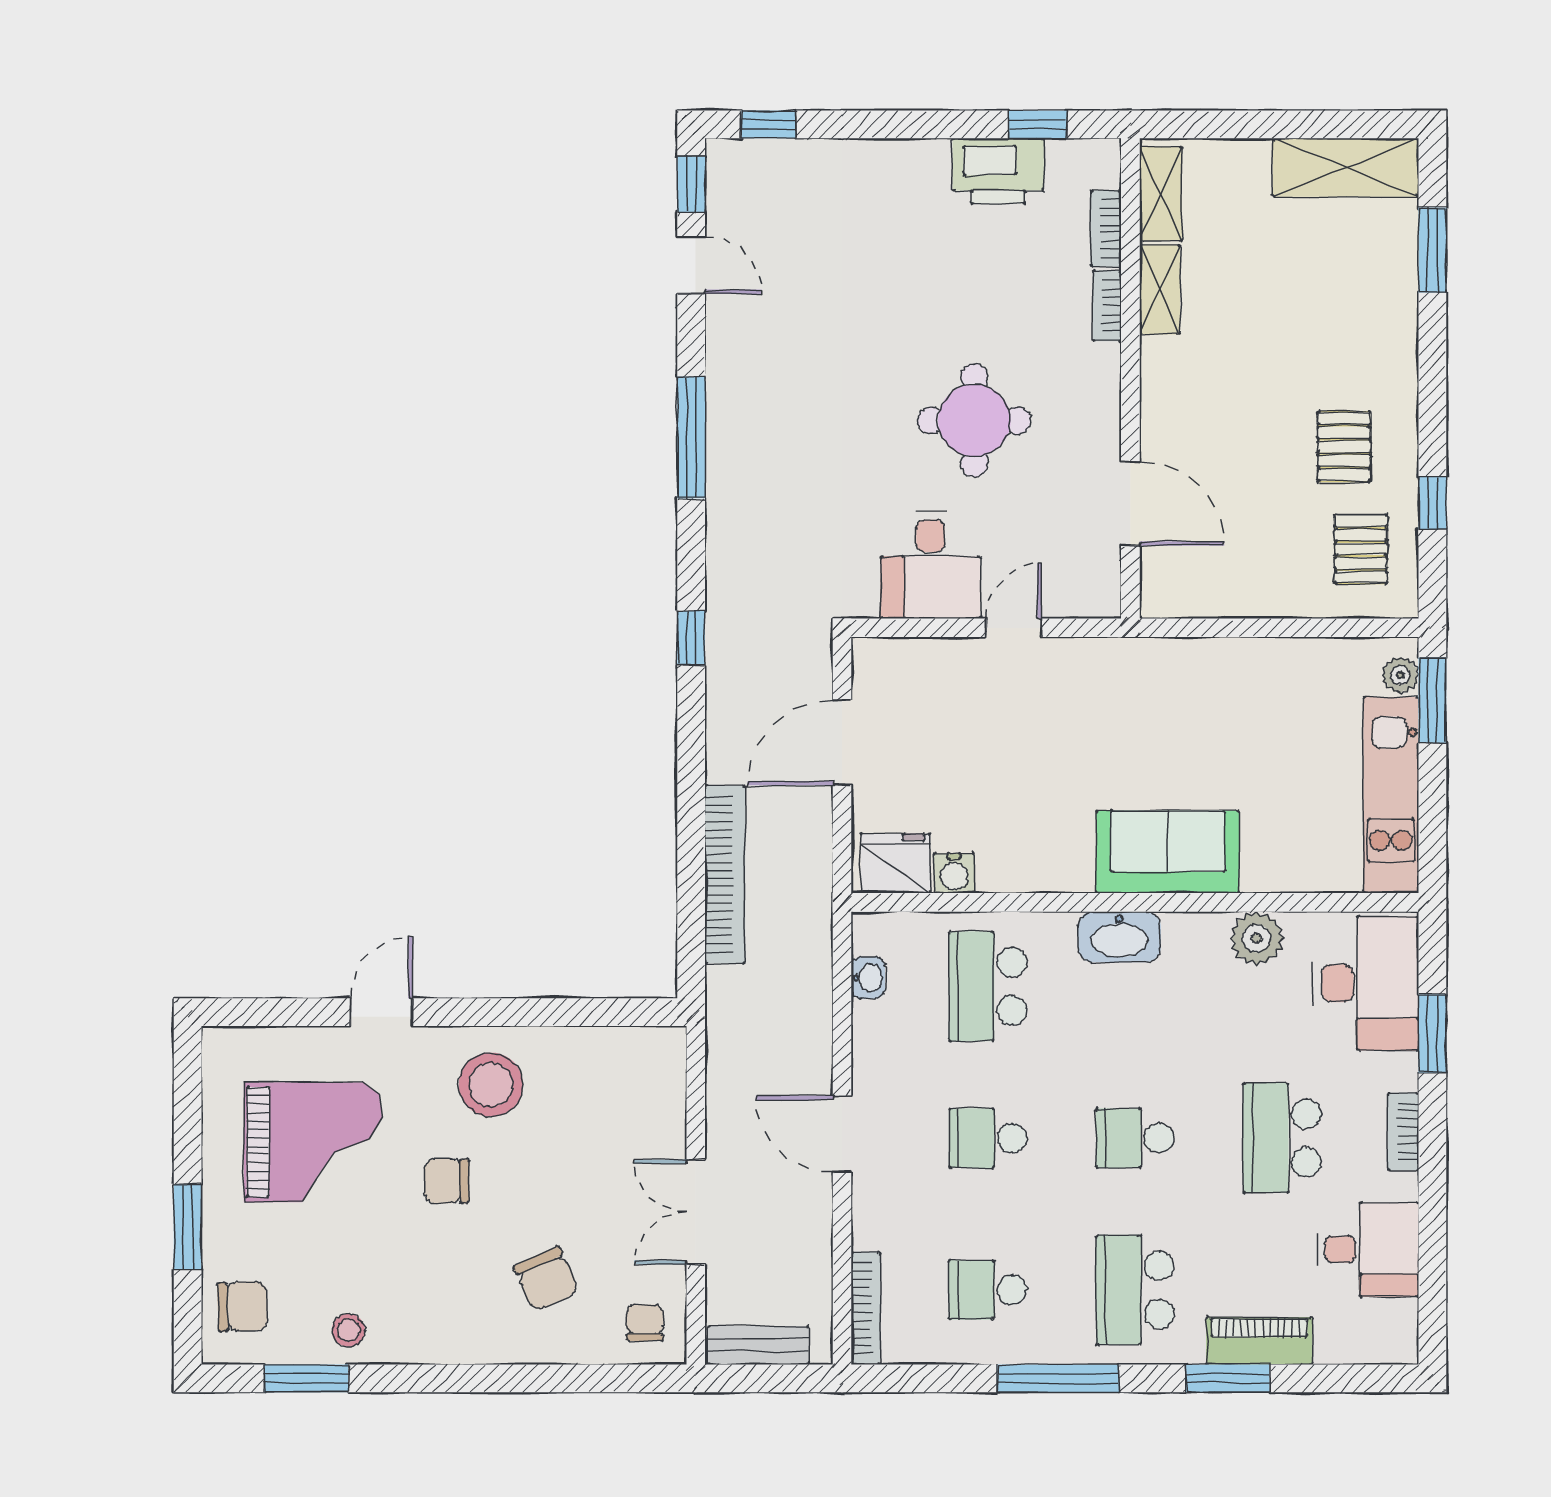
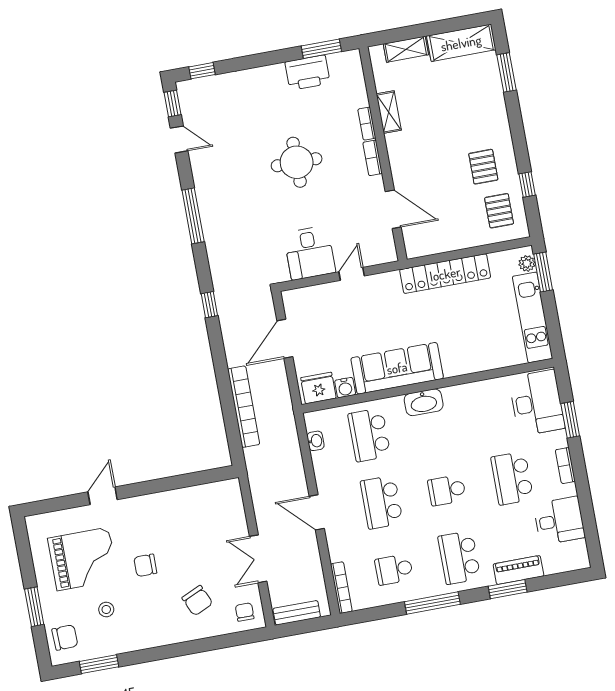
window: (1038, 124) -> (321, 49), width x1.50
shelving: (1161, 194) -> (406, 49), moved, turned 90
bookcase: (1106, 229) -> (373, 158), moved
round table: (974, 420) -> (297, 162), moved
locker: (1218, 665) -> (445, 274), added
sofa: (1168, 852) -> (397, 368), moved, width x1.36
plant: (1257, 938) -> (485, 392), removed
stool: (491, 1085) -> (157, 519), removed
school desk: (988, 1138) -> (382, 502), width x1.85
stool: (348, 1330) -> (106, 610), moved

